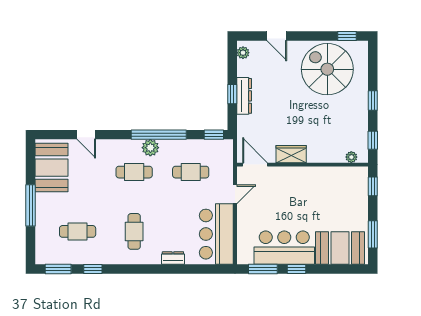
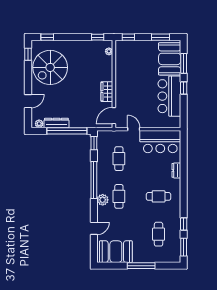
window: (232, 94) -> (67, 131), width x3.17
dresser: (244, 96) -> (56, 123), moved
window: (373, 100) -> (47, 37), moved
plant: (150, 148) -> (103, 200), moved
window: (263, 269) -> (184, 63), moved

